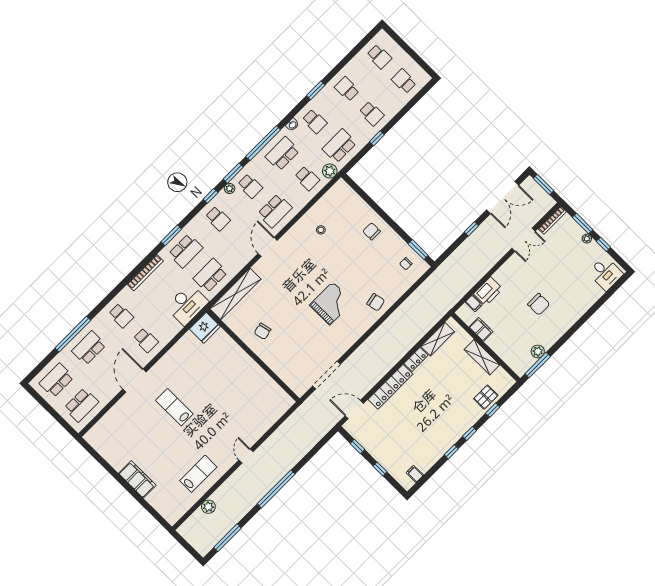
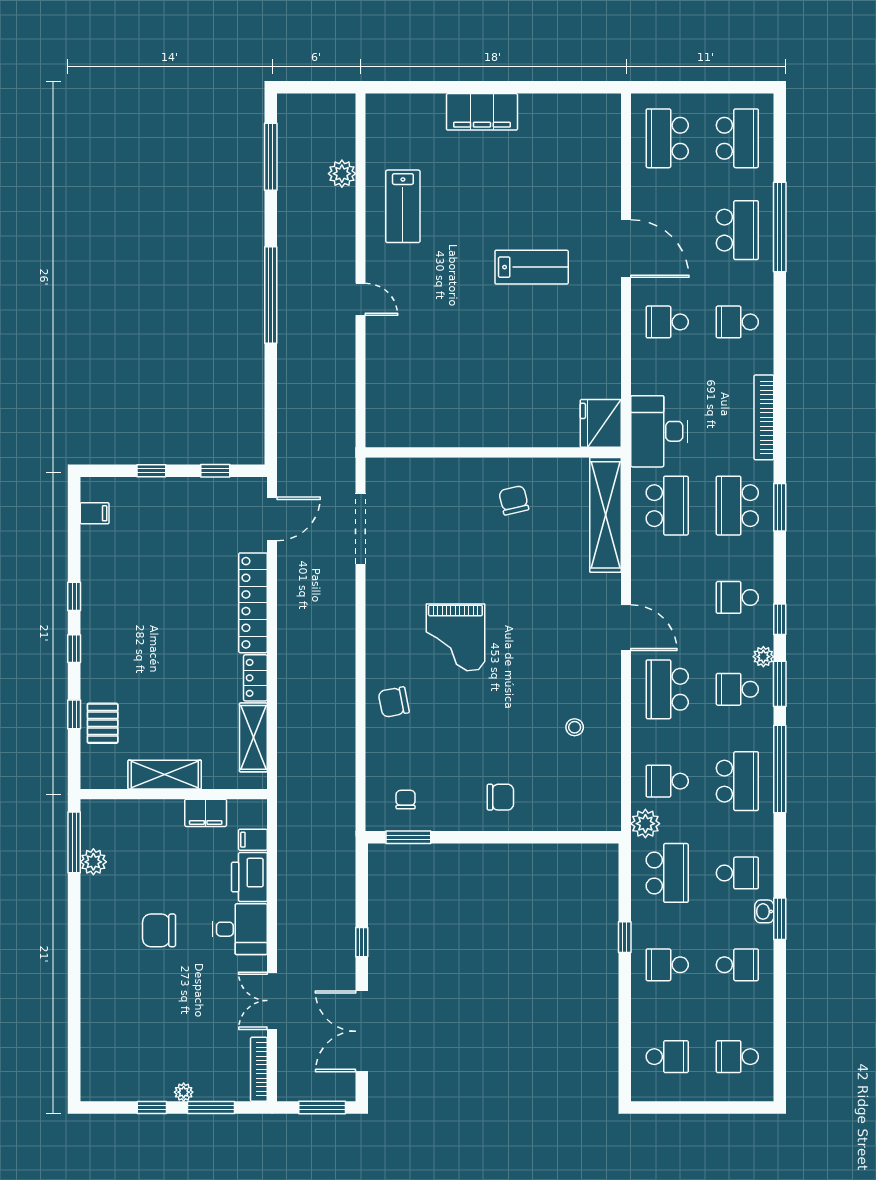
school desk: (315, 121) -> (737, 873), turned 180
washbasin: (292, 125) -> (764, 911), moved
desk: (605, 273) -> (240, 929), moved, turned 180

